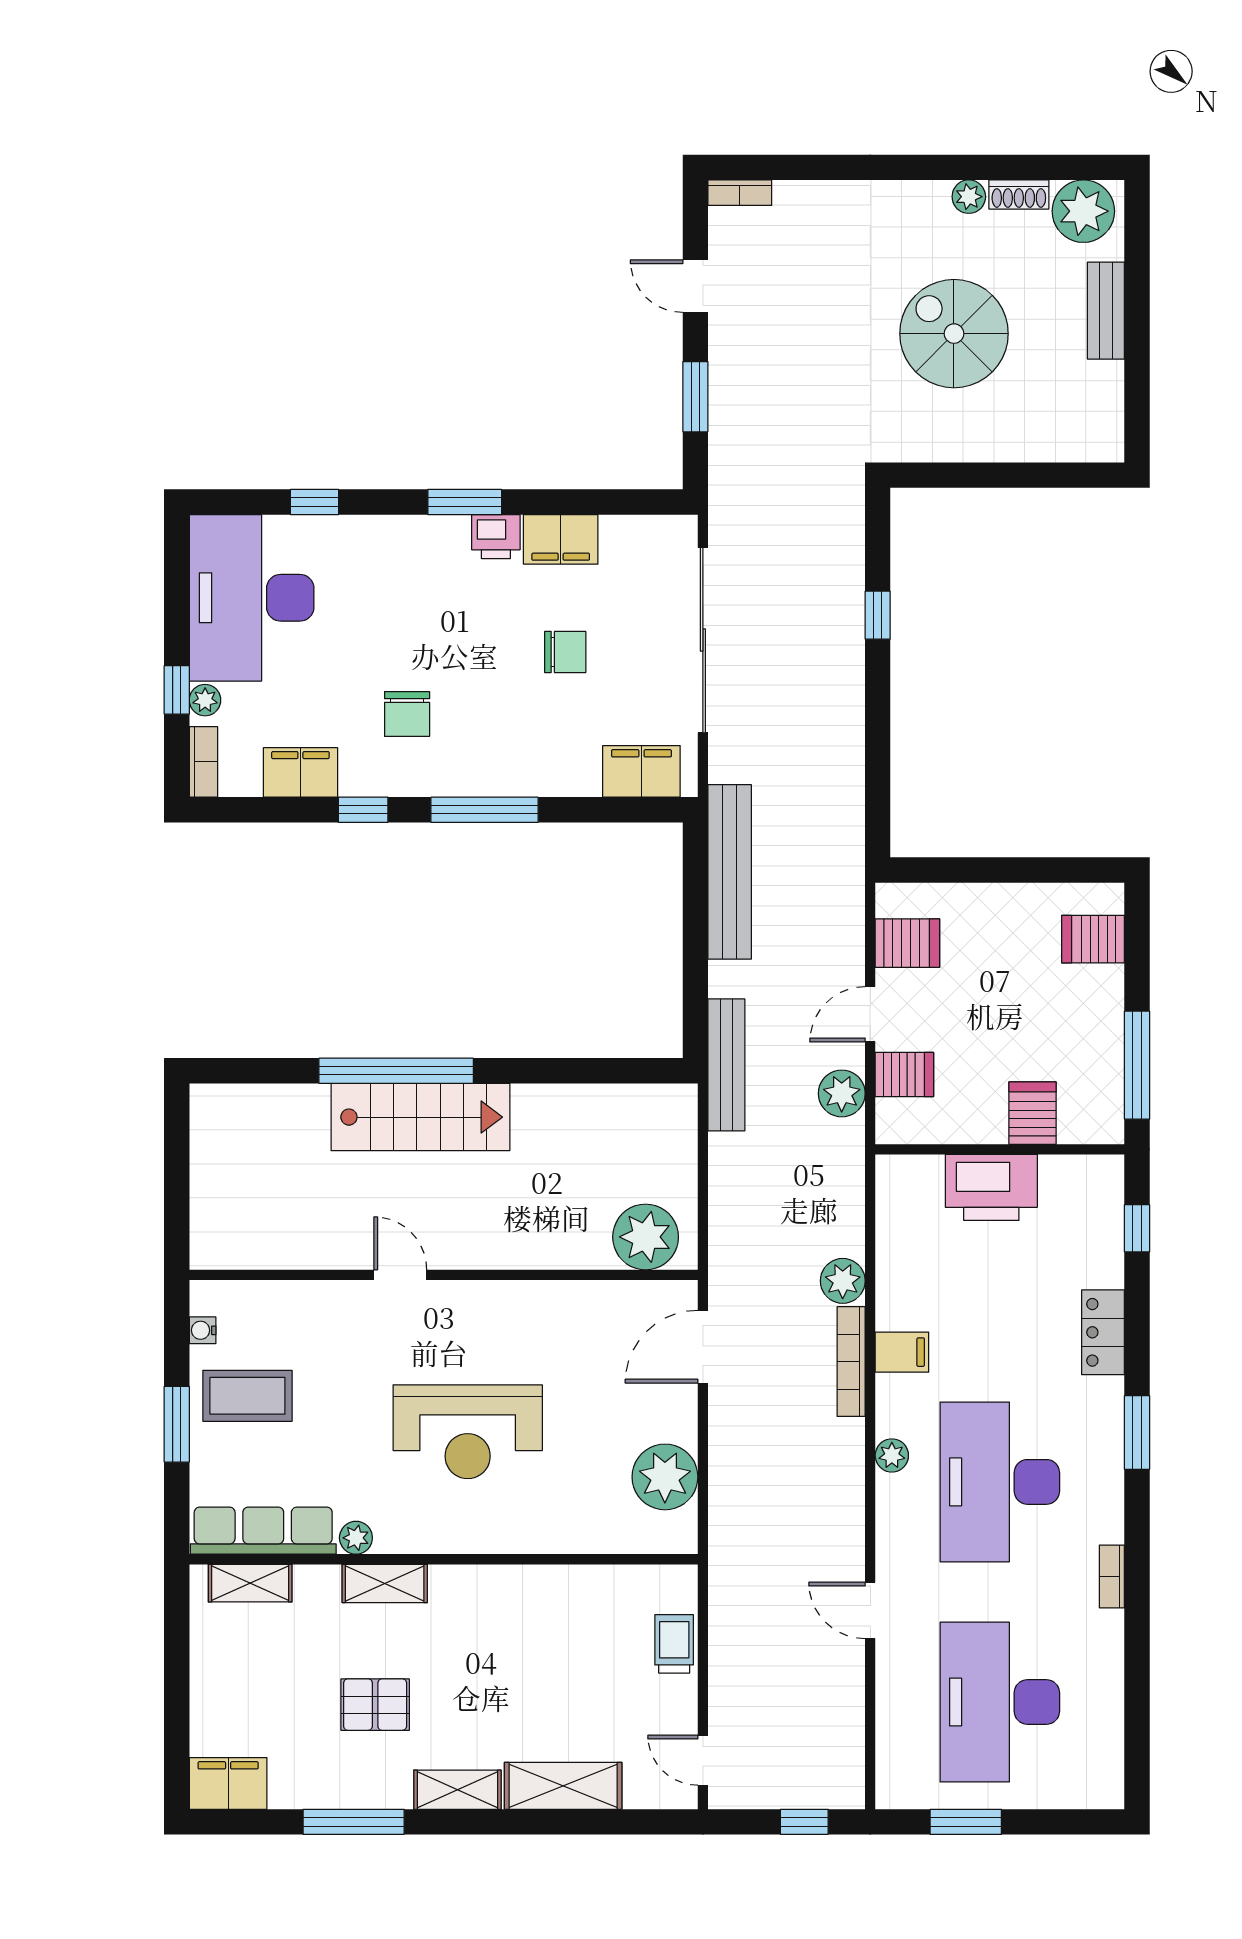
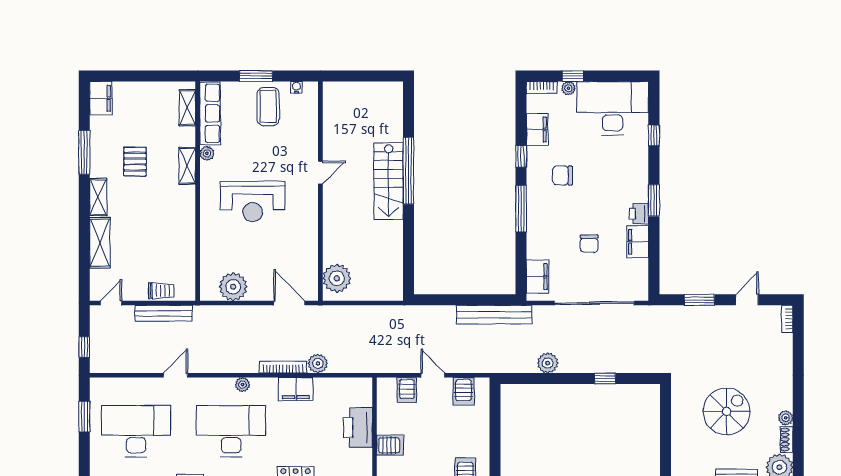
bench: (726, 1065) -> (164, 313), moved
plant: (842, 1093) -> (548, 363), moved
filing cabinet: (902, 1352) -> (296, 389), width x2.00
reception desk: (468, 1432) -> (253, 202), turned -90

